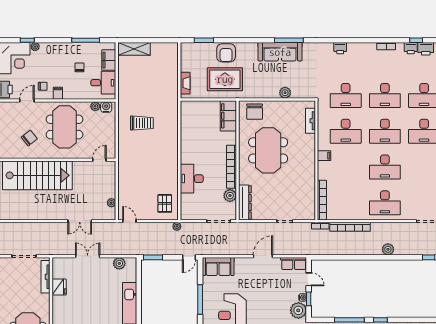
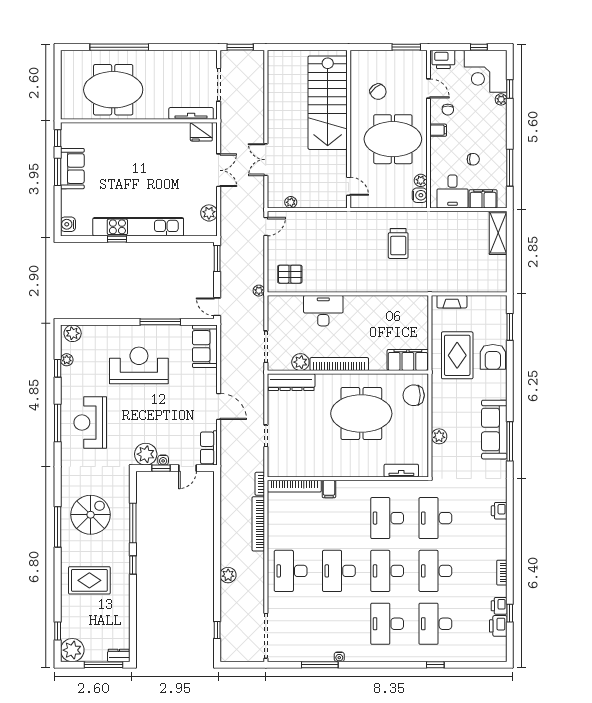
armchair: (226, 53) -> (493, 357), turned -90
filing cabinet: (324, 156) -> (329, 489), moved
fridge: (59, 287) -> (201, 132), moved

